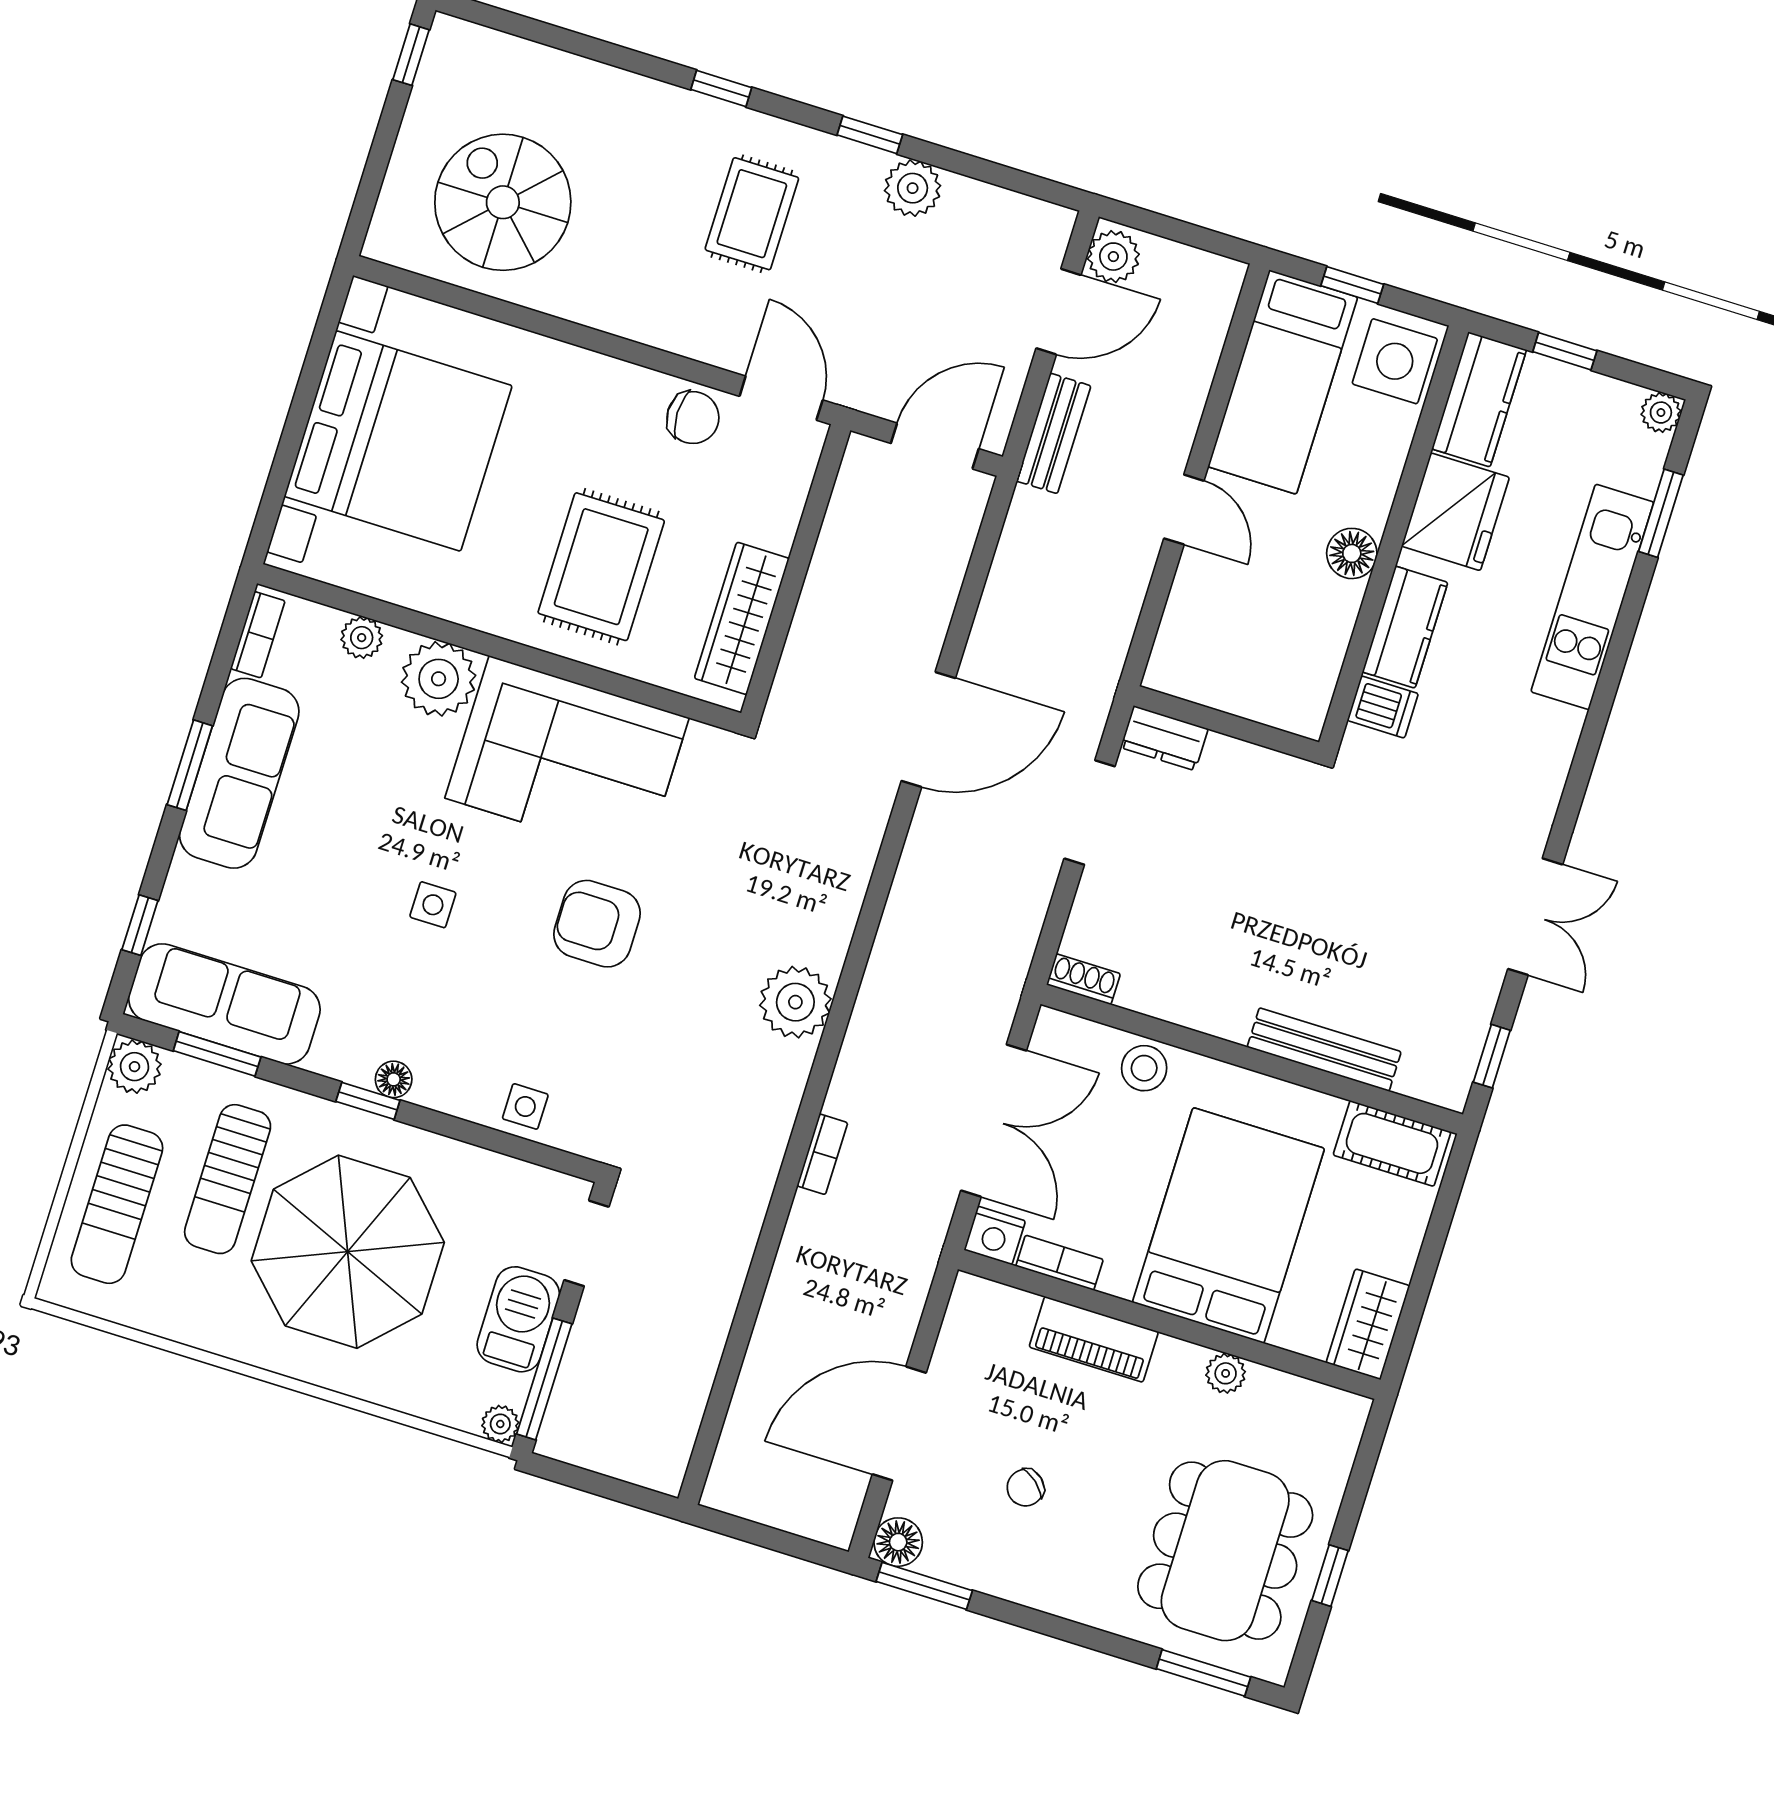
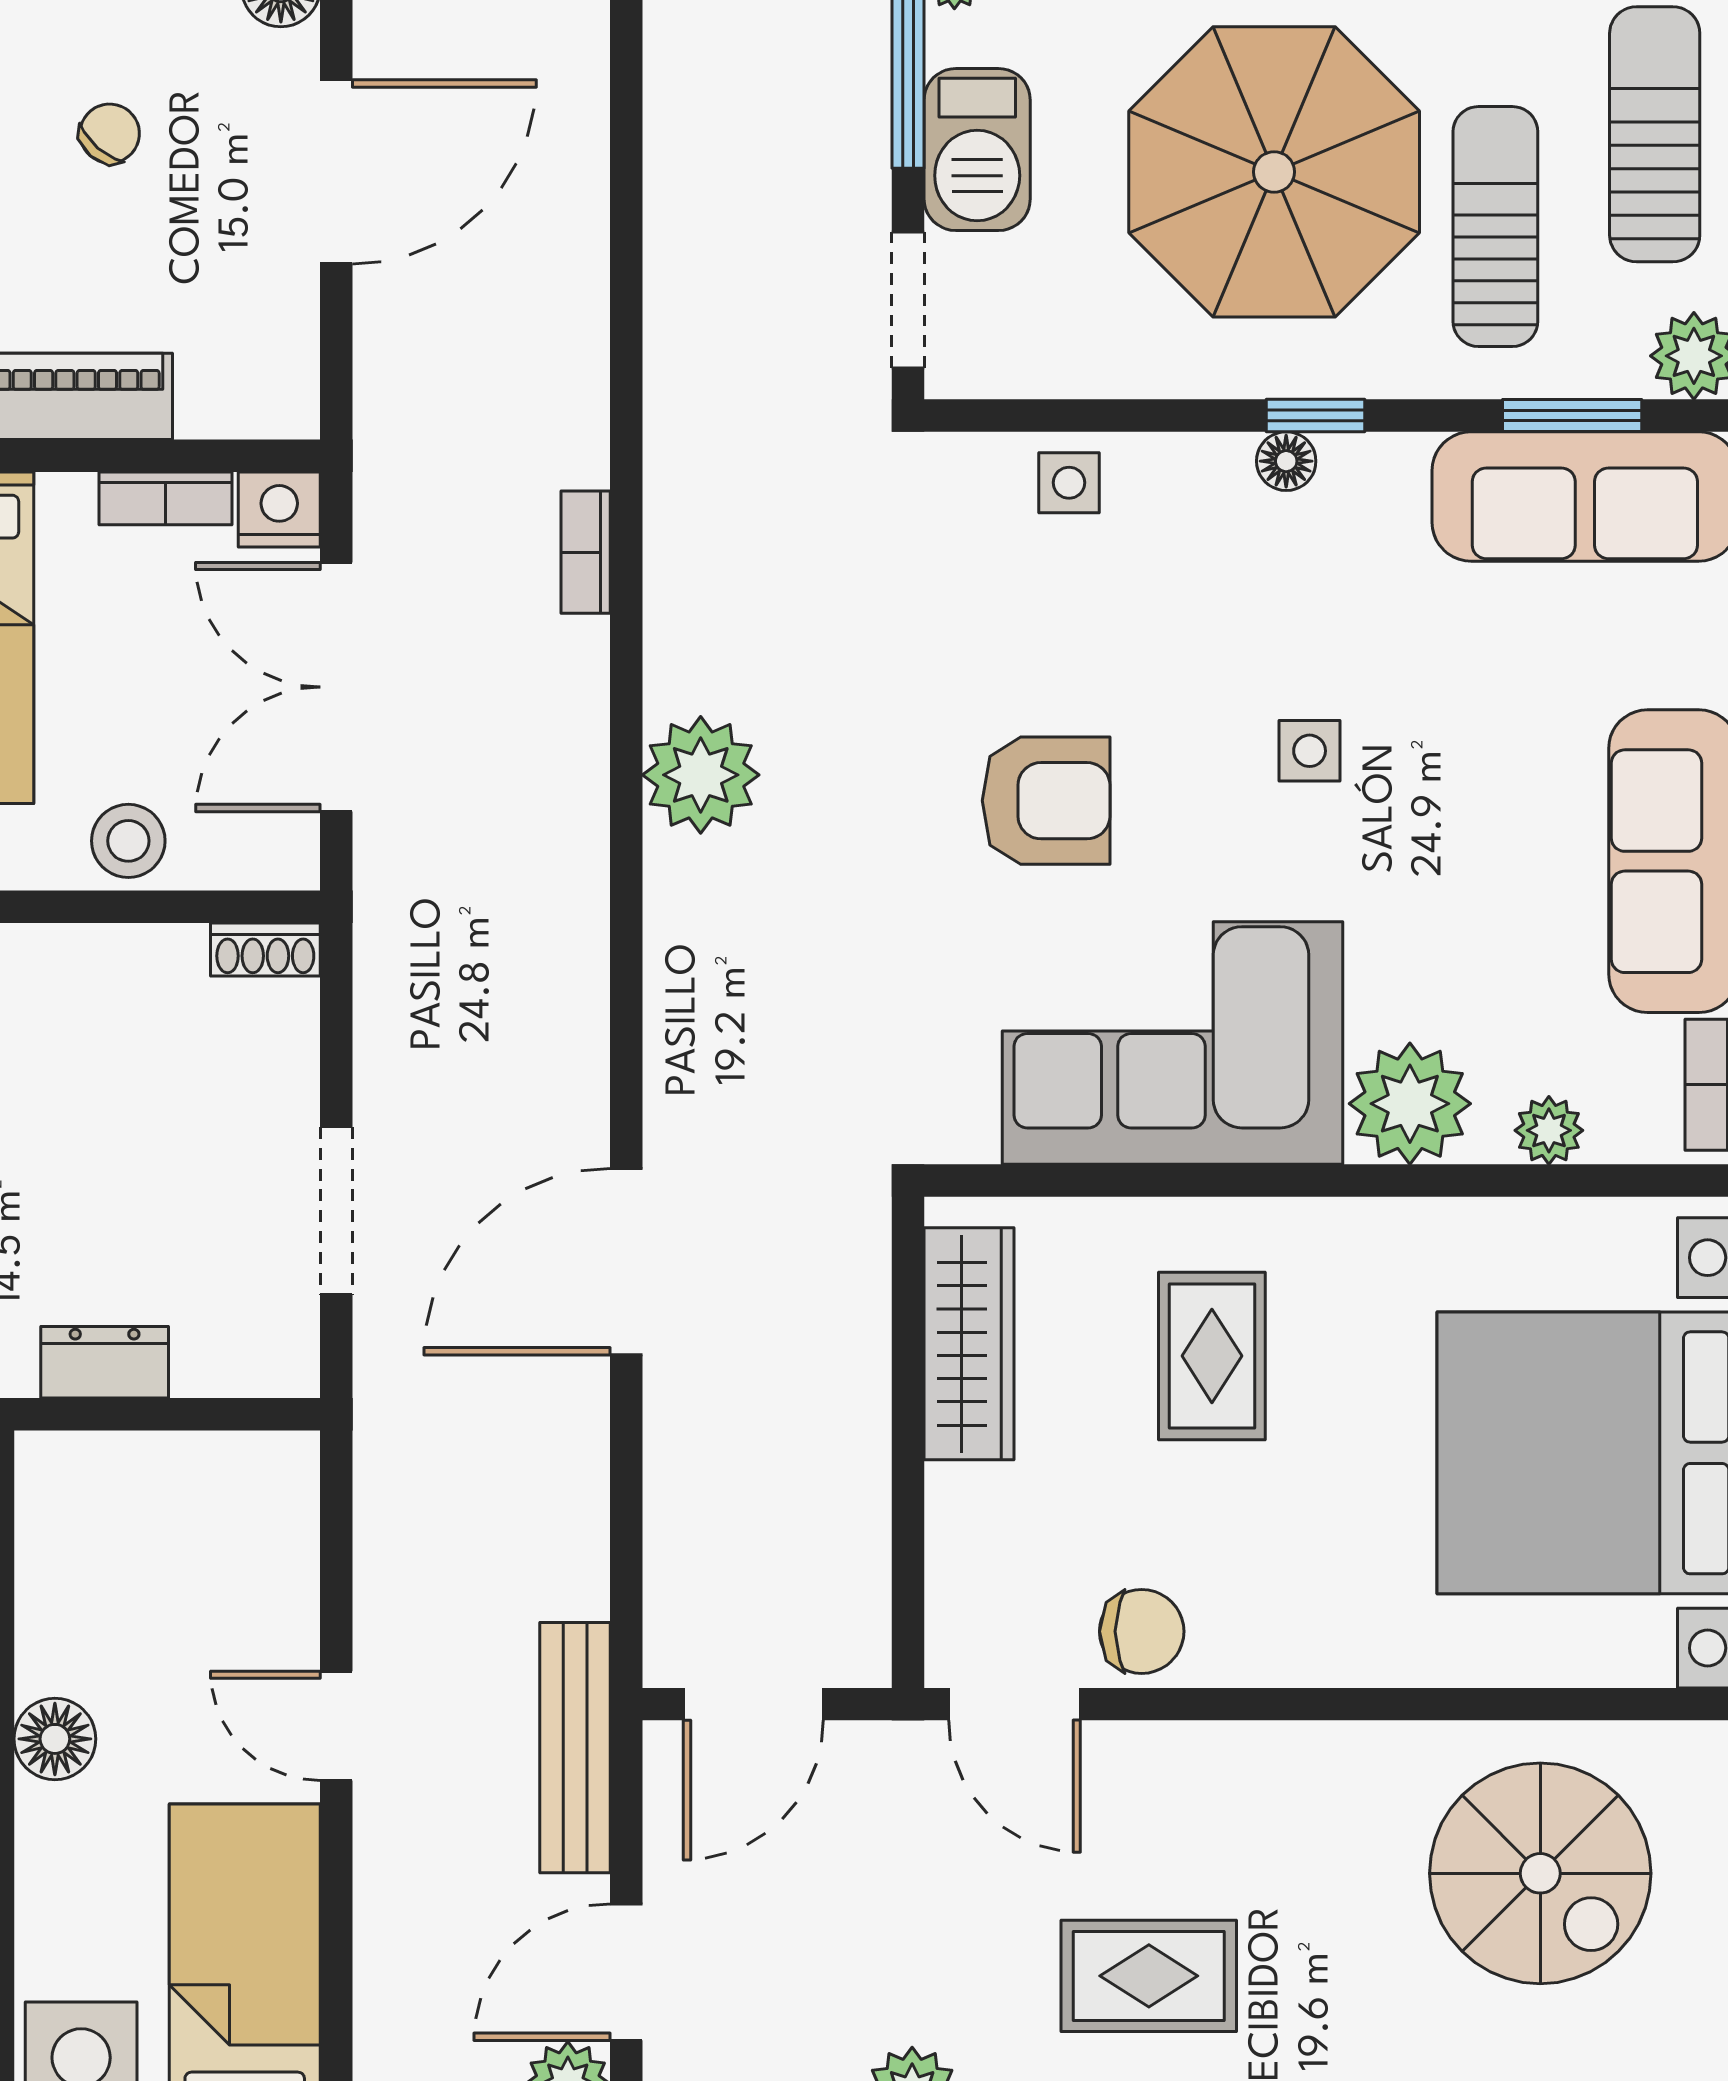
rug: (752, 214) -> (1149, 1976), turned 90
chair: (693, 418) -> (1142, 1631), turned 180
bench: (1054, 433) -> (575, 1748), width x1.36
rug: (601, 567) -> (1212, 1356), width x0.73, depth x0.70
dresser: (1164, 738) -> (105, 1362), moved

